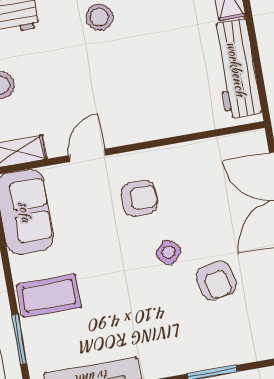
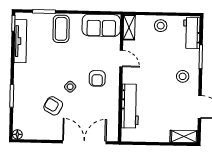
workbench: (236, 69) -> (130, 106), moved, turned 90
armchair: (216, 280) -> (53, 106), turned 41

